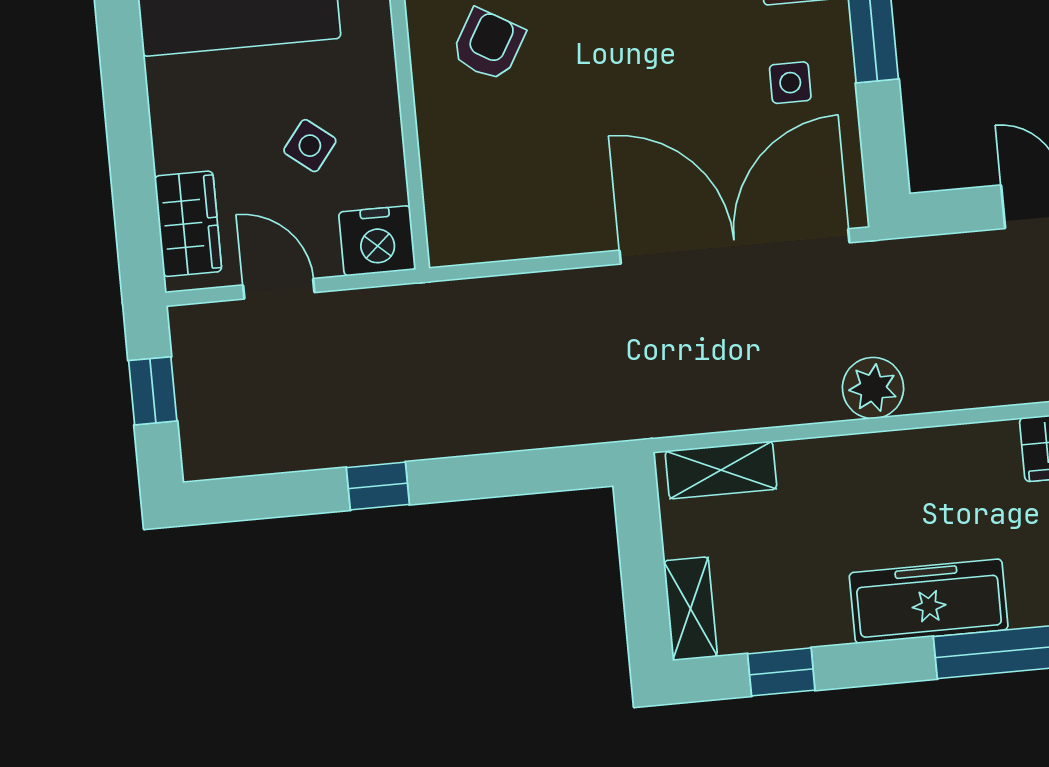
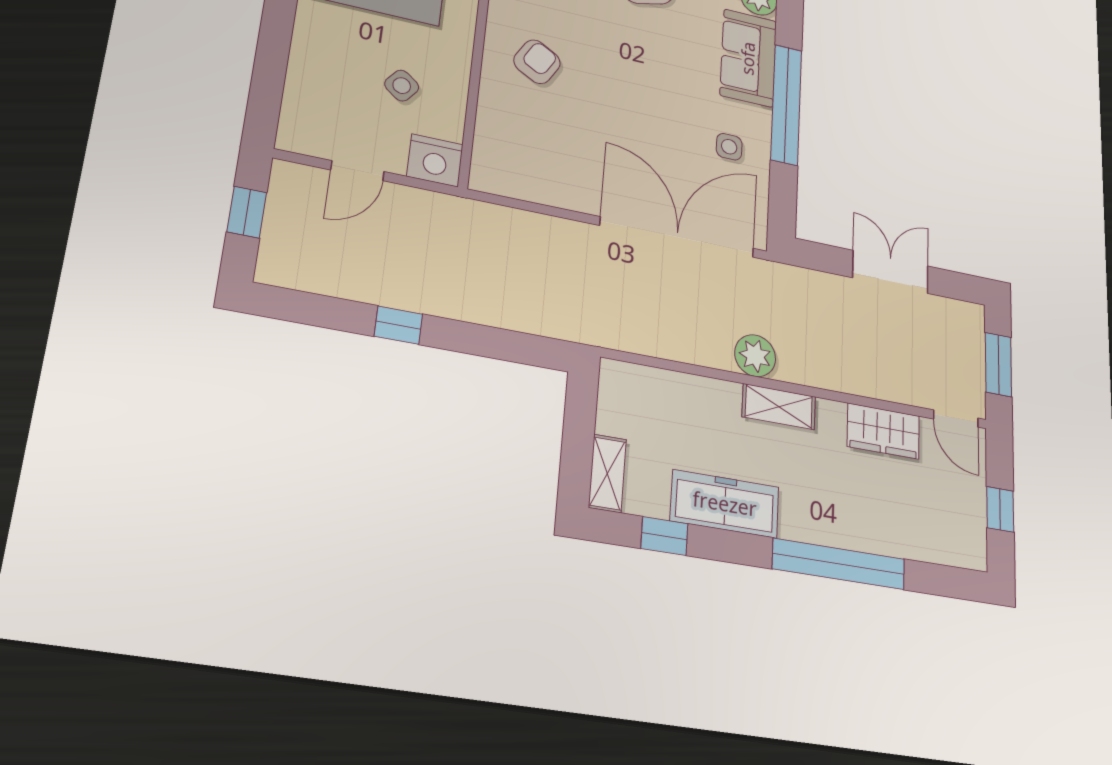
wardrobe: (188, 224) -> (302, 109), removed
door: (279, 289) -> (357, 171), swing flipped
shelving: (721, 470) -> (779, 407), moved
freezer: (929, 601) -> (725, 504), moved

